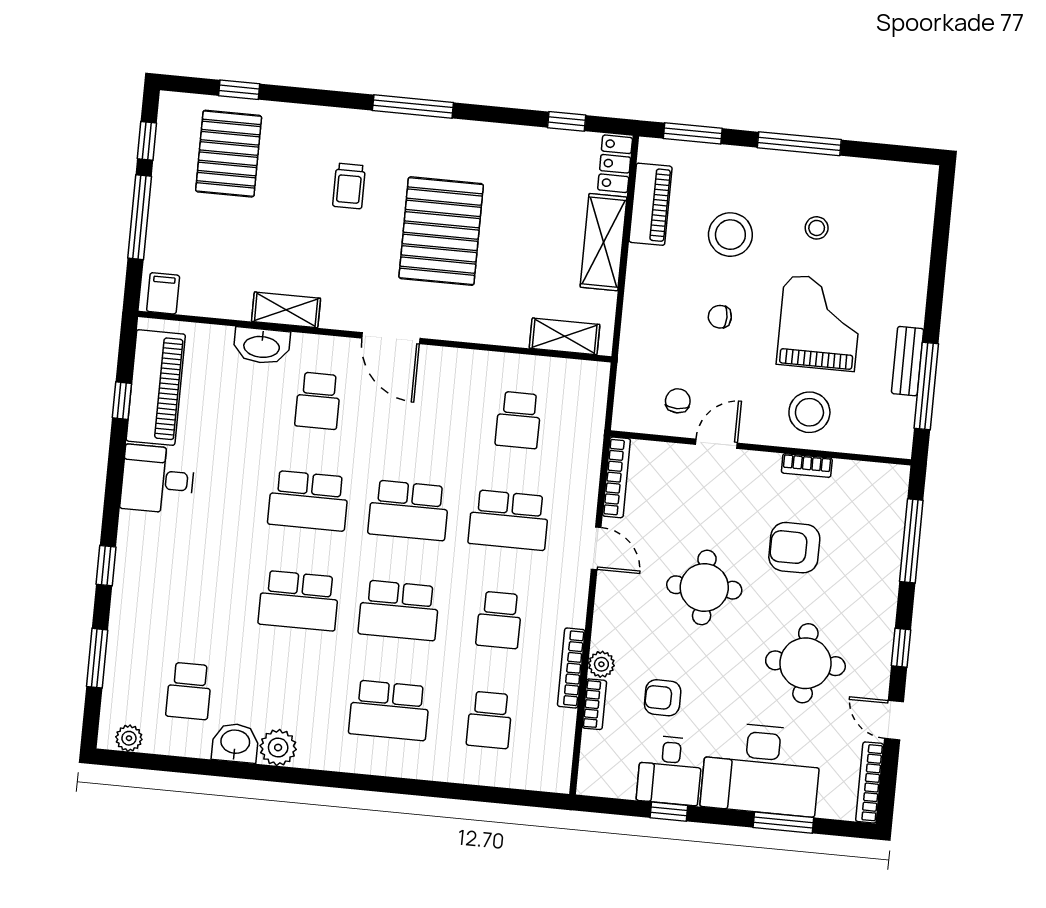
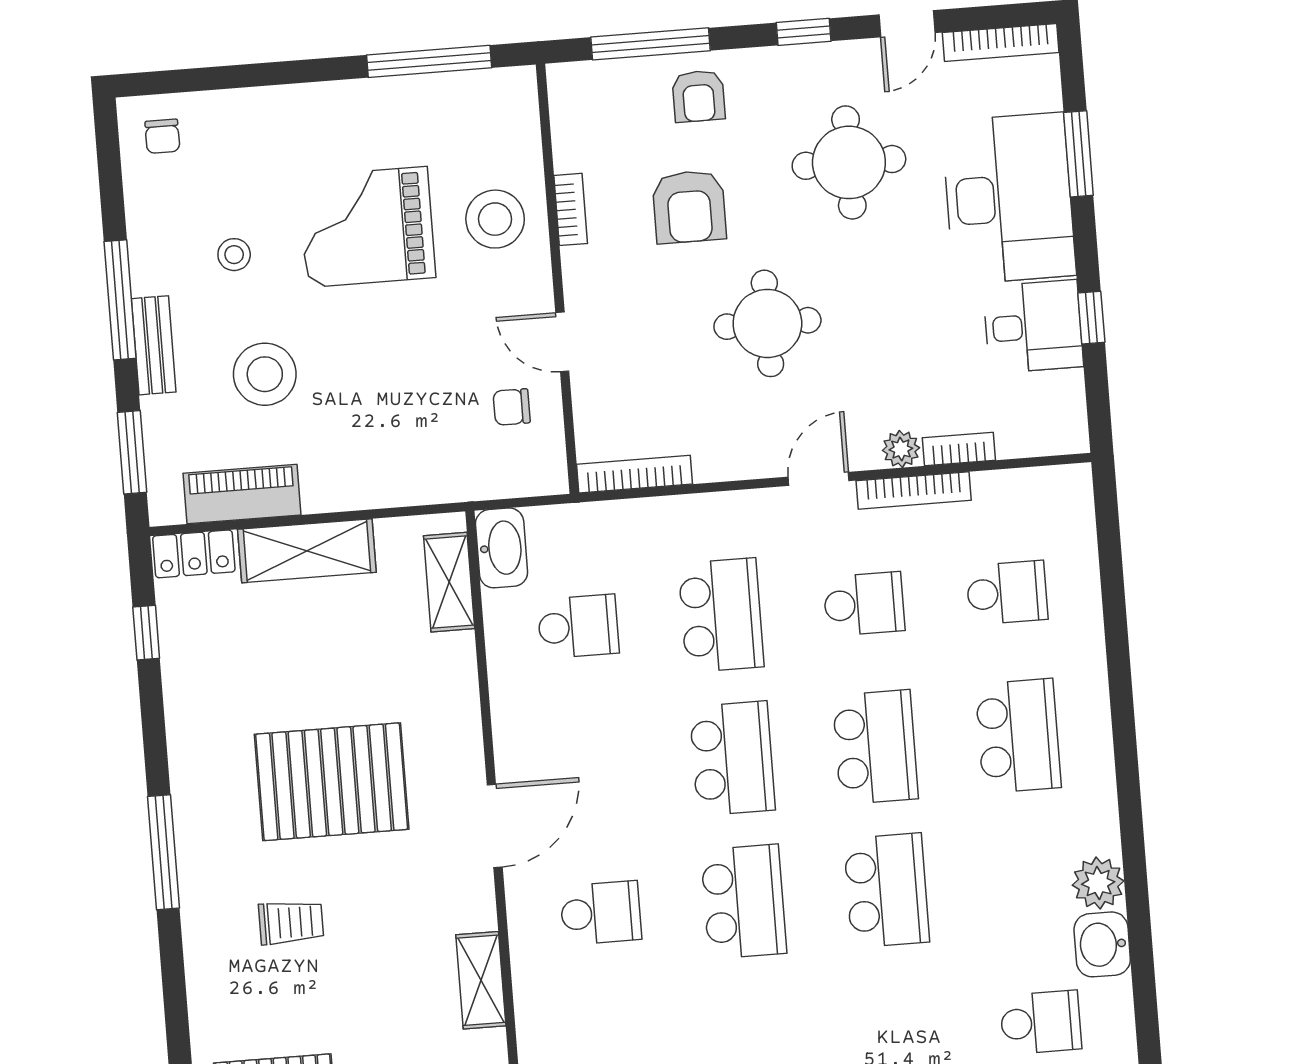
chair: (720, 317) -> (162, 136), moved
washbasin: (262, 346) -> (502, 548), moved
bench: (908, 361) -> (154, 345), moved, turned 90
door: (596, 548) -> (819, 479), moved
armchair: (663, 698) -> (699, 96), moved

